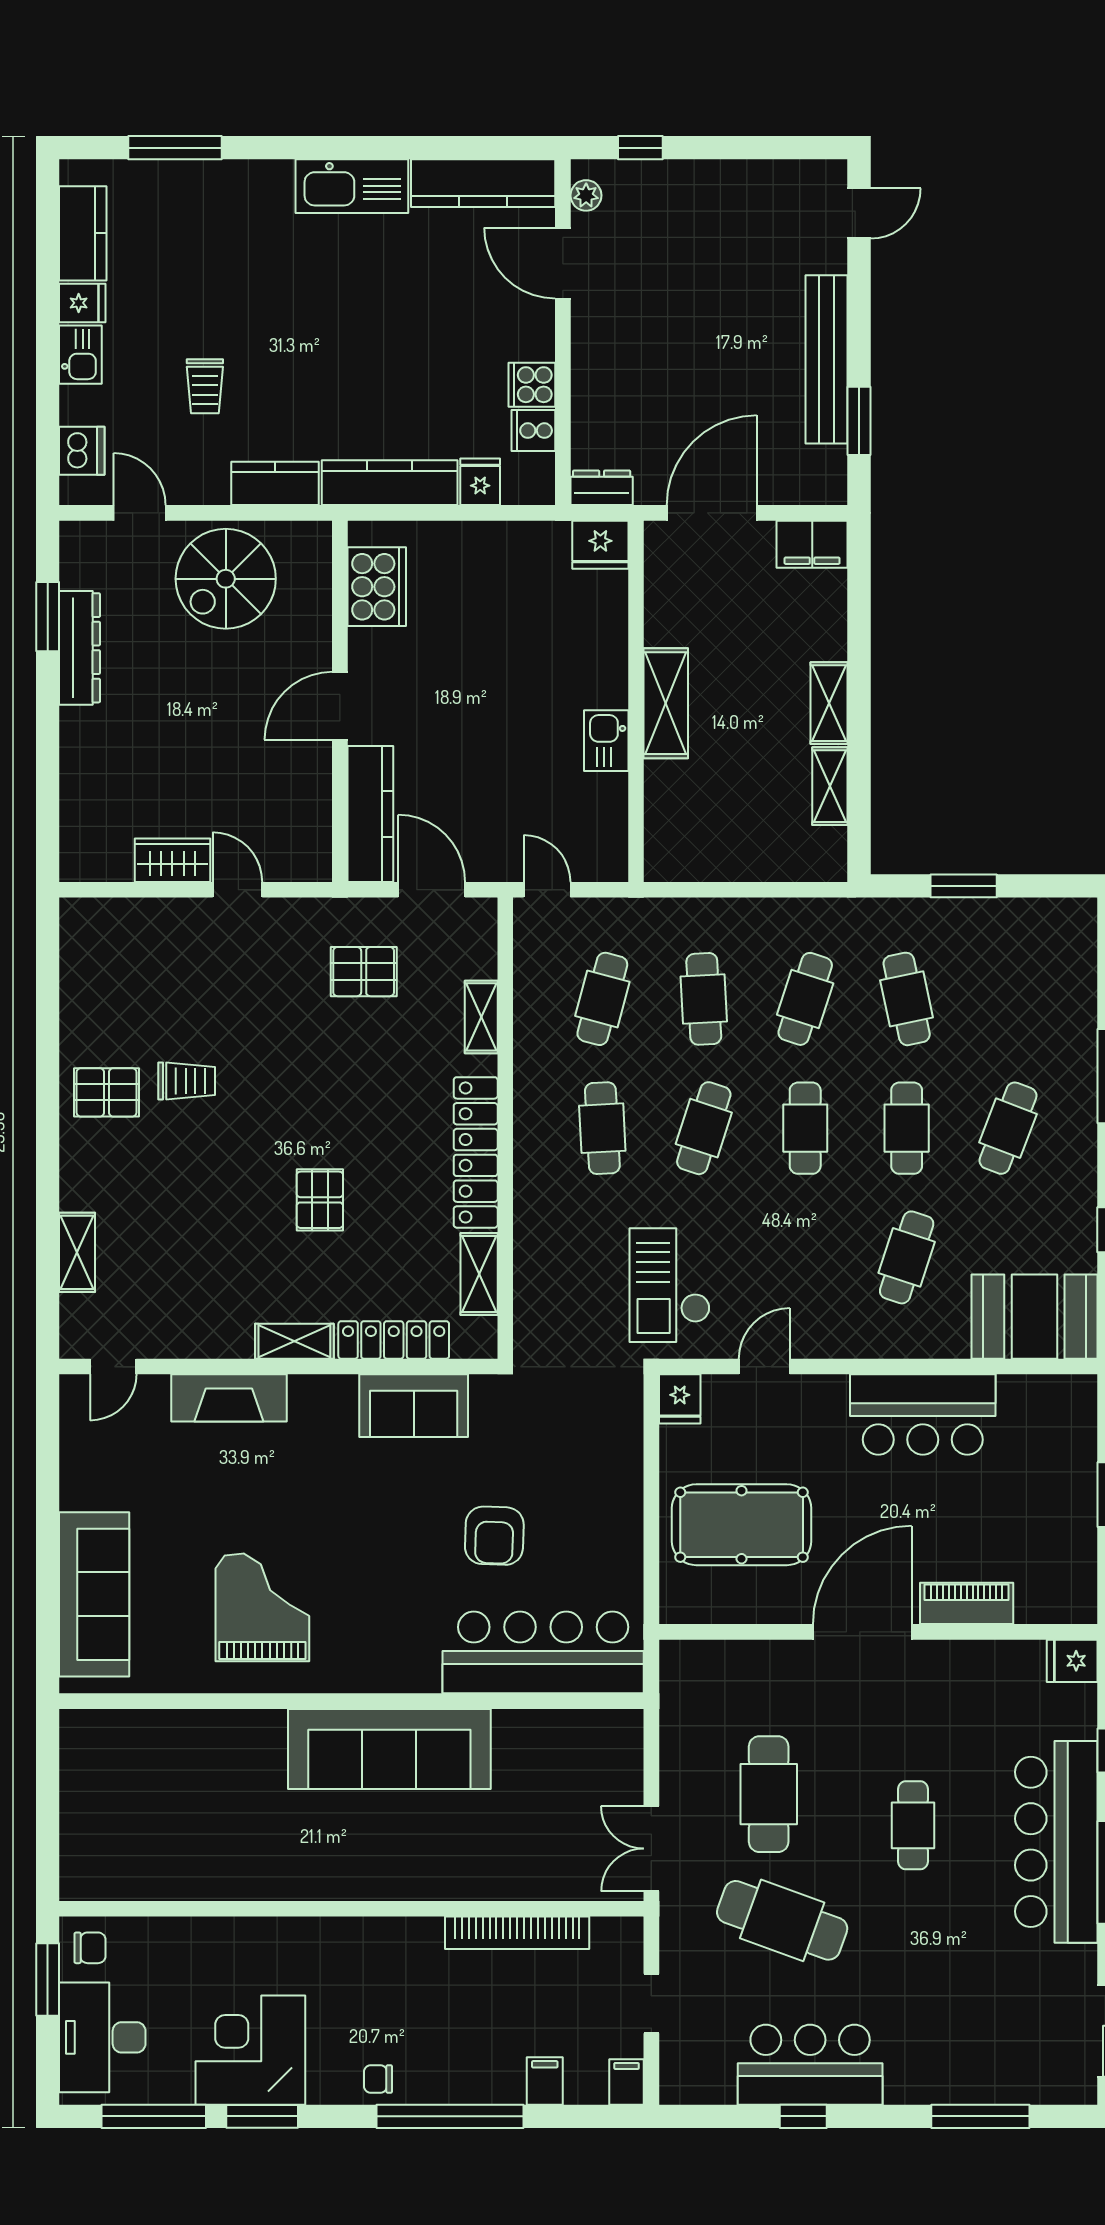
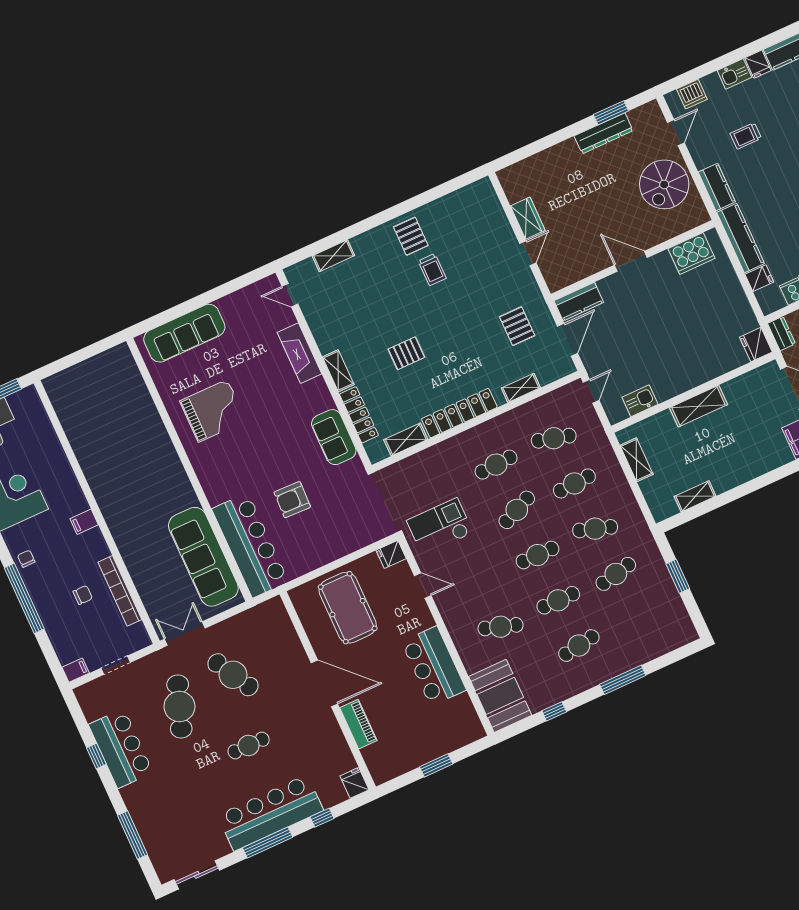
spiral stairs: (226, 579) -> (664, 184), turned -90
shelving: (829, 703) -> (637, 460), moved, turned 90
kitchen sink: (606, 741) -> (640, 401), moved
kitchen counter: (370, 814) -> (579, 302), width x0.67
cafe table: (704, 1128) -> (517, 510), turned -42
cafe table: (1008, 1128) -> (579, 646), turned -30
sofa: (389, 1749) -> (203, 557), moved
cafe table: (769, 1794) -> (233, 675), turned 61
chair: (90, 1948) -> (83, 595), moved, turned -90
filing cabinet: (545, 2081) -> (84, 522), moved, turned 180

